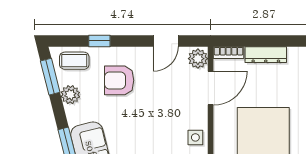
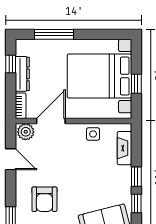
window: (277, 41) -> (11, 64), added
door: (211, 88) -> (51, 121), hinge flipped

